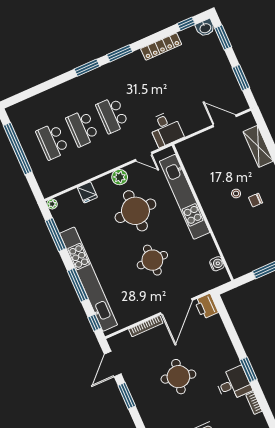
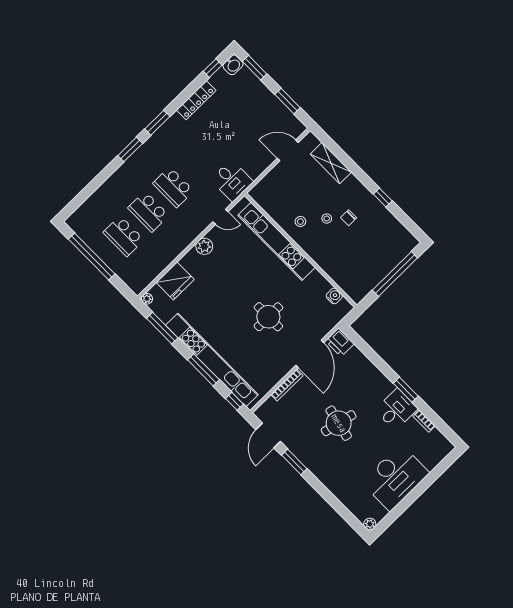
stool: (212, 187) -> (300, 222), added
fridge: (87, 192) -> (175, 281), width x1.88, depth x1.34
round table: (135, 211) -> (233, 274), removed

